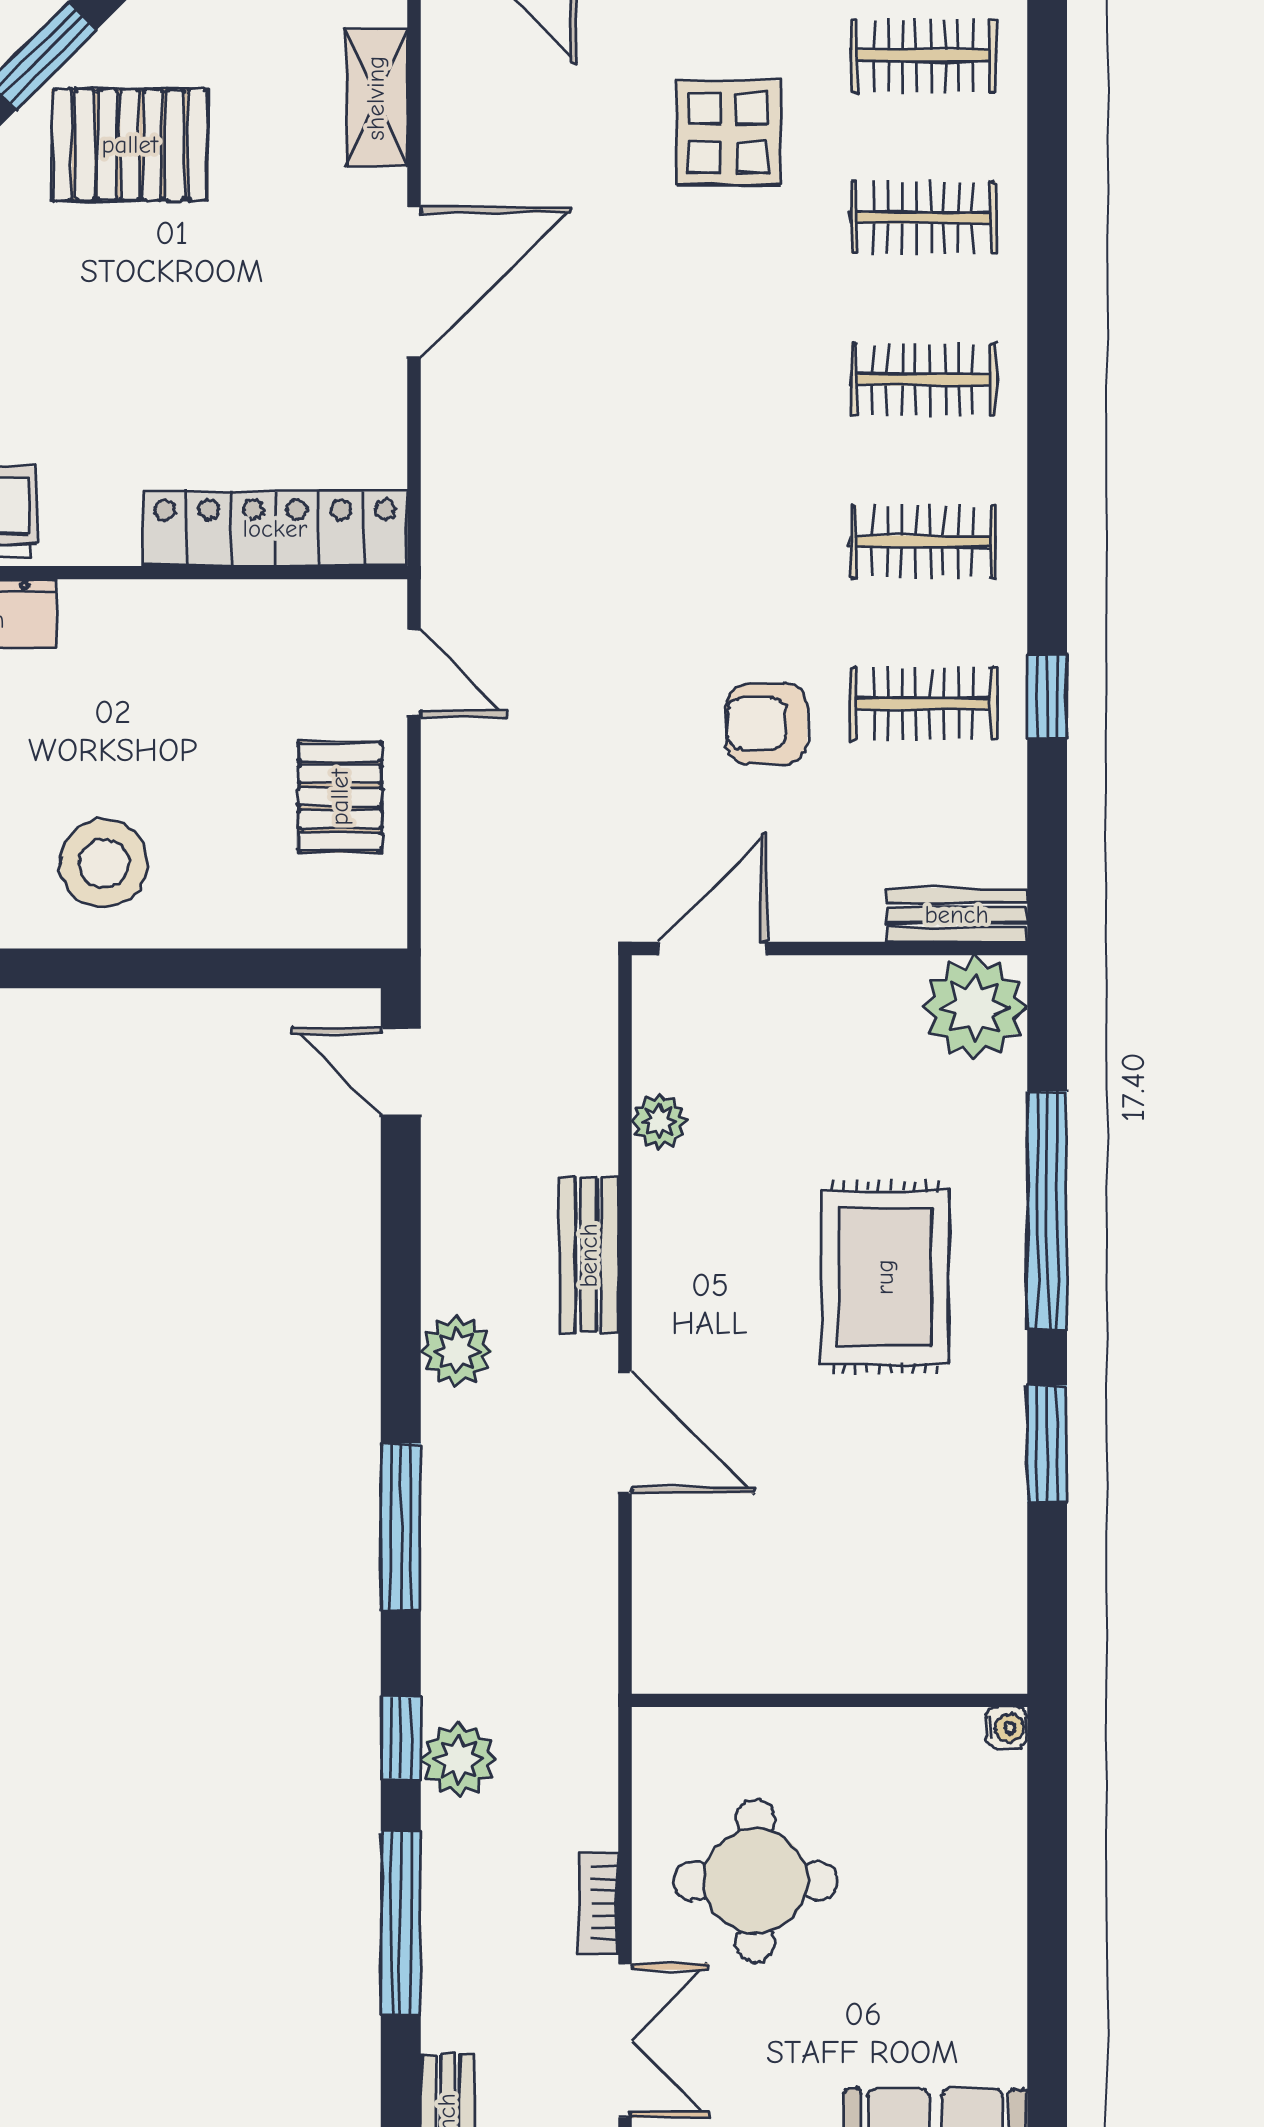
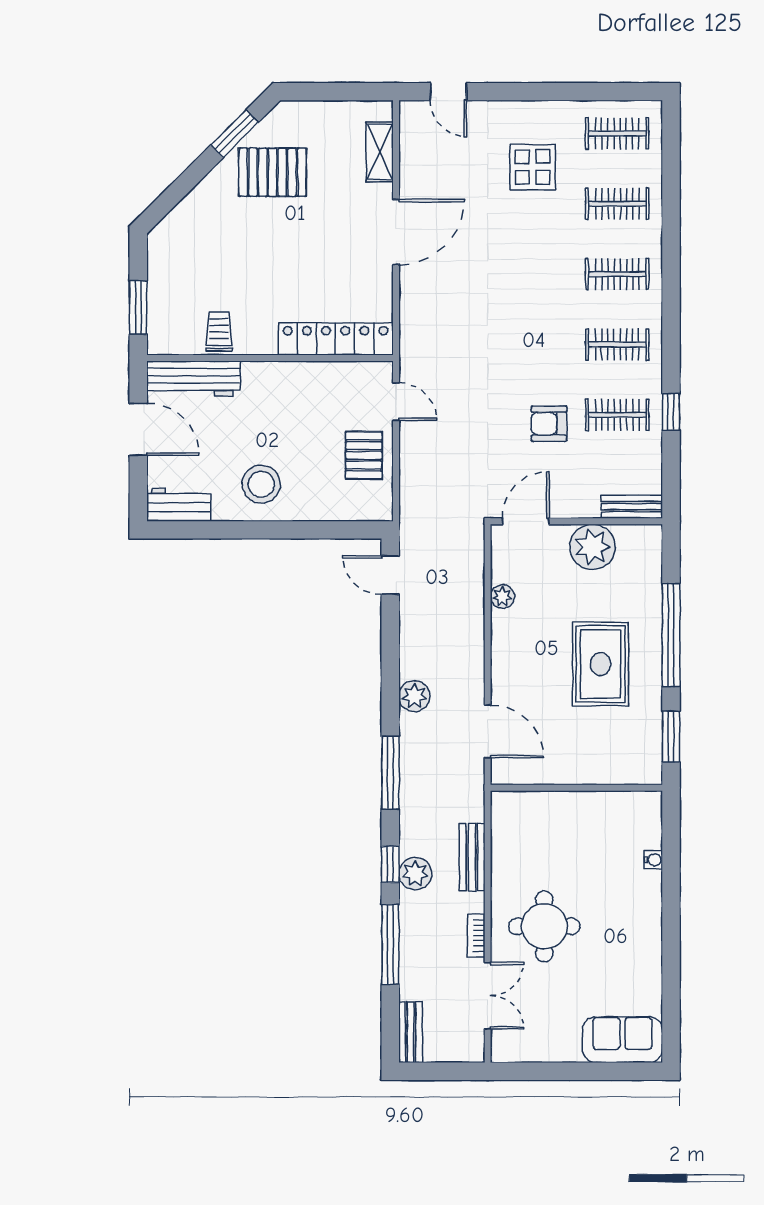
plant: (975, 1008) -> (592, 547), moved
bench: (589, 1255) -> (472, 857), moved
wall: (829, 1700) -> (576, 788), moved

